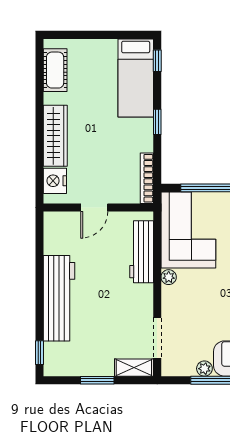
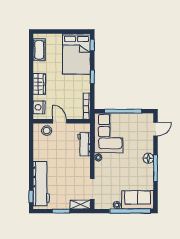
bed: (136, 78) -> (76, 54), width x1.50
wardrobe: (55, 136) -> (39, 84), width x0.67
door: (94, 208) -> (60, 121), swing flipped
stool: (69, 225) -> (47, 131), added
workbench: (142, 252) -> (84, 144), width x0.73
workbench: (59, 298) -> (41, 184), moved

